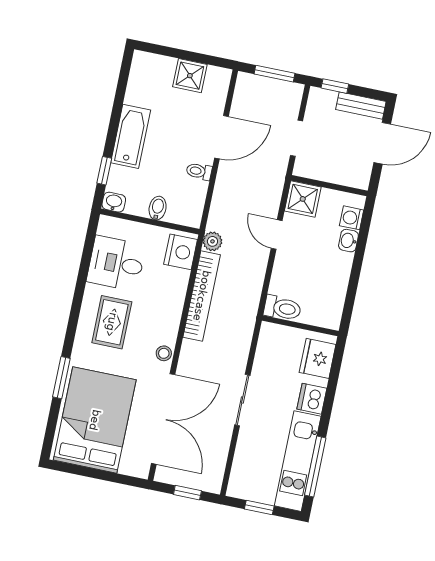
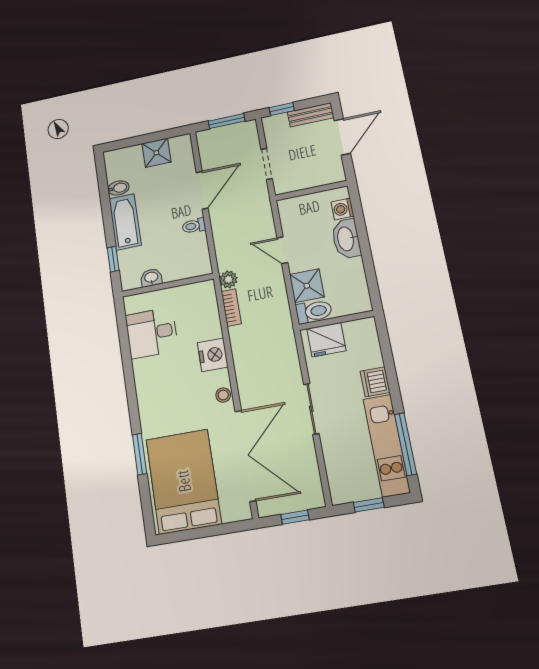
shower: (303, 199) -> (307, 286), moved
washbasin: (114, 202) -> (151, 278), moved
bidet: (158, 208) -> (118, 188), moved, turned 90
washbasin: (348, 241) -> (346, 239), width x1.91, depth x1.45
nightstand: (181, 252) -> (213, 355), moved
bookcase: (202, 296) -> (231, 308), width x0.43, depth x0.76
rug: (112, 322) -> (167, 386), removed
fridge: (318, 358) -> (326, 340), moved, turned -90

